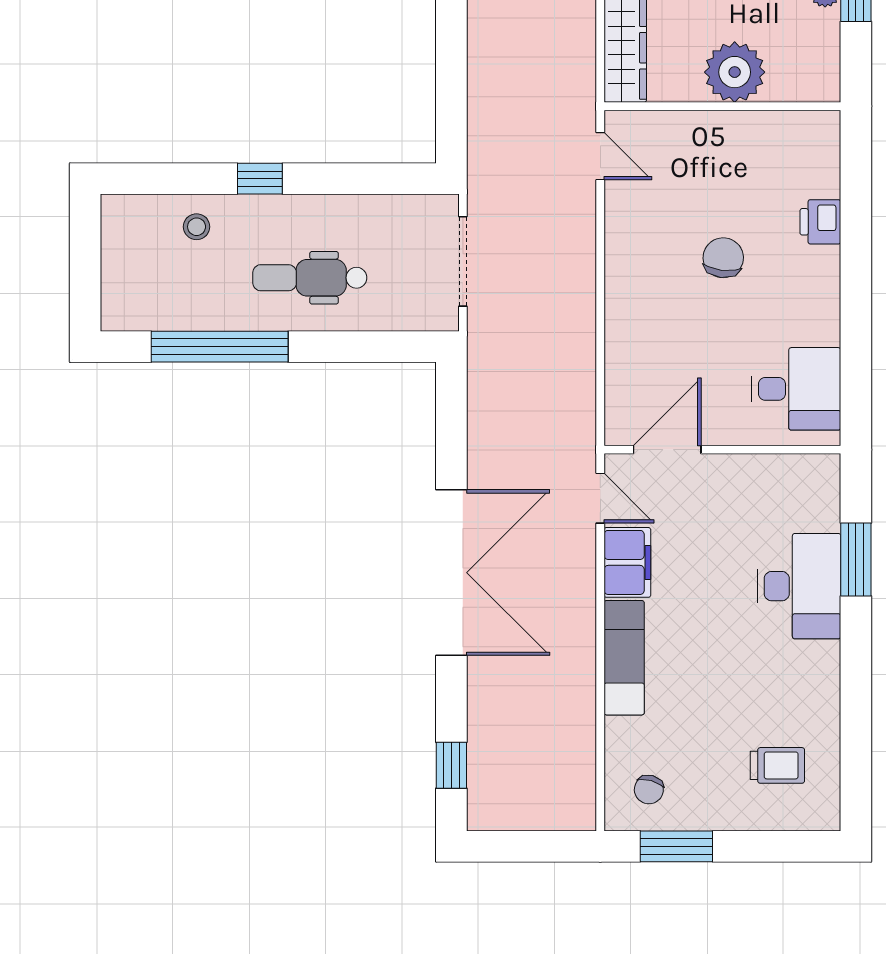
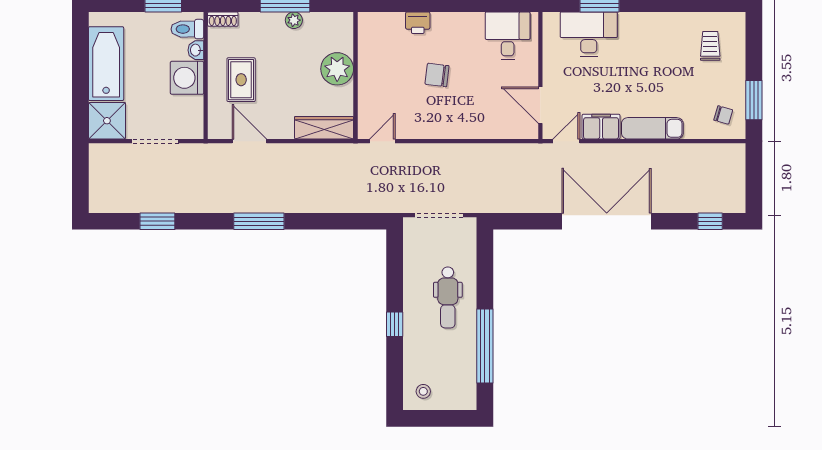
stool: (197, 227) -> (423, 391), moved
desk: (799, 586) -> (589, 34), moved

